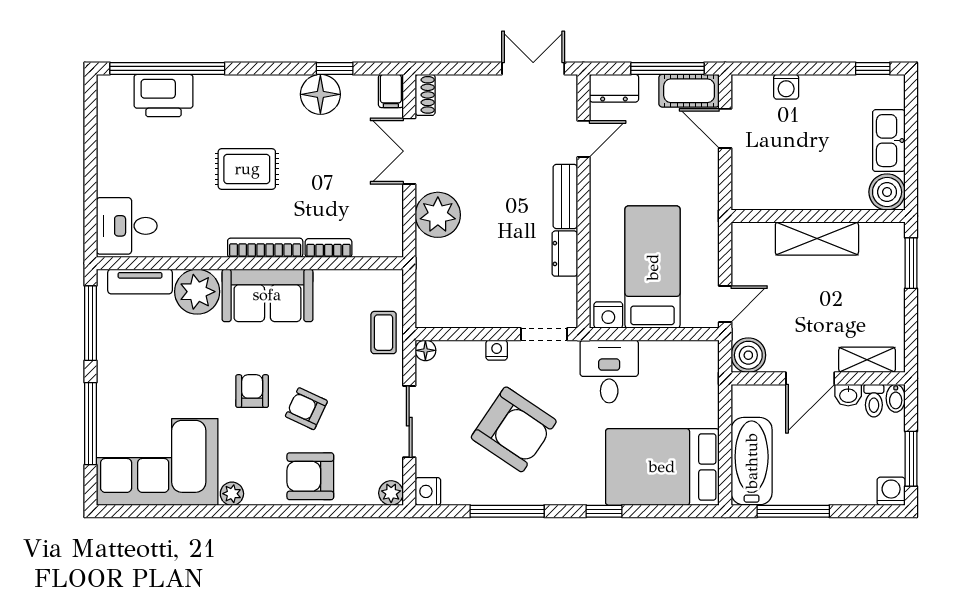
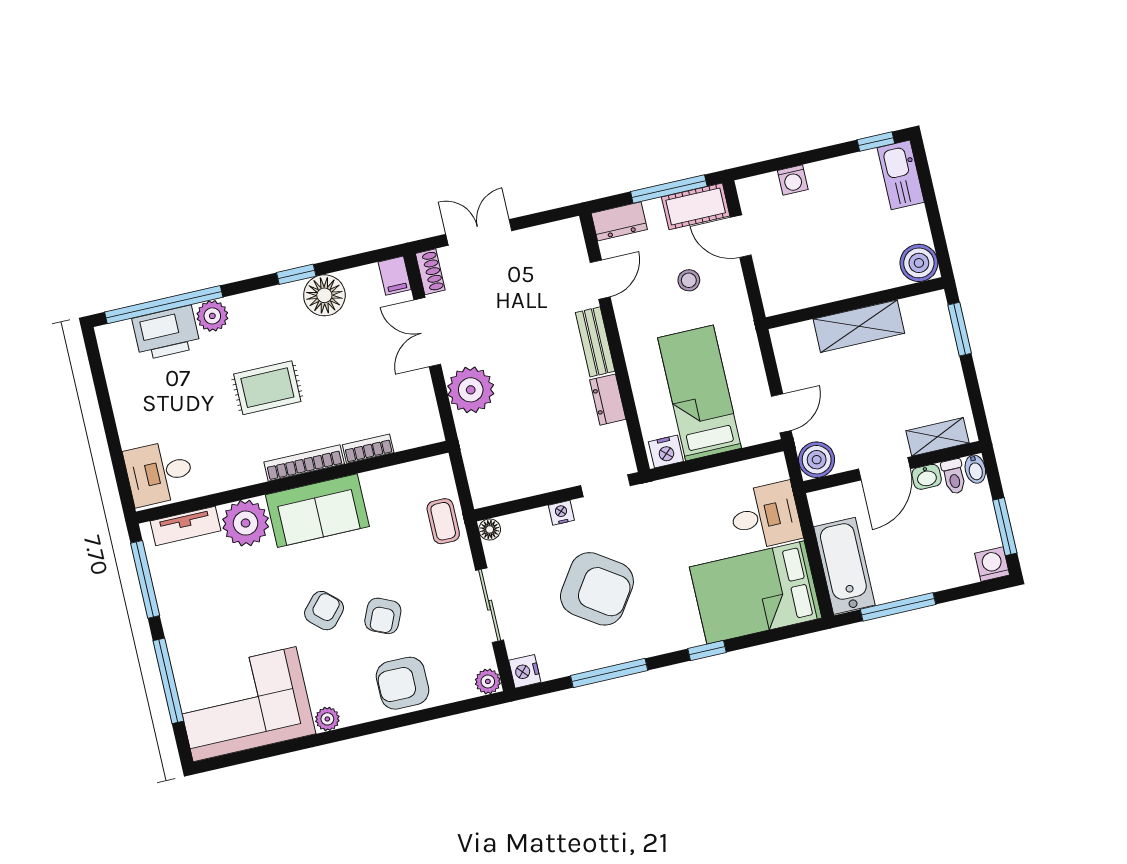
window: (335, 68) -> (296, 274), moved
double door: (533, 68) -> (479, 232), moved
plant: (211, 90) -> (212, 316), added
kitchen sink: (889, 141) -> (901, 175), moved
stool: (667, 159) -> (689, 280), added
desk: (609, 371) -> (765, 516), moved, turned 90
armchair: (252, 391) -> (324, 611), turned 42
armchair: (306, 409) -> (383, 616), turned -91

